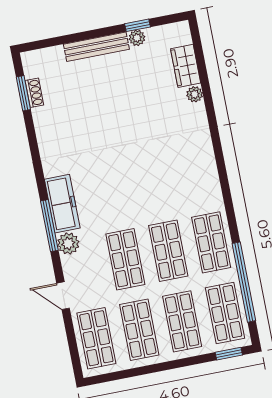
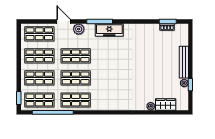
plant: (68, 243) -> (79, 29), moved
door: (63, 296) -> (64, 21), hinge flipped

